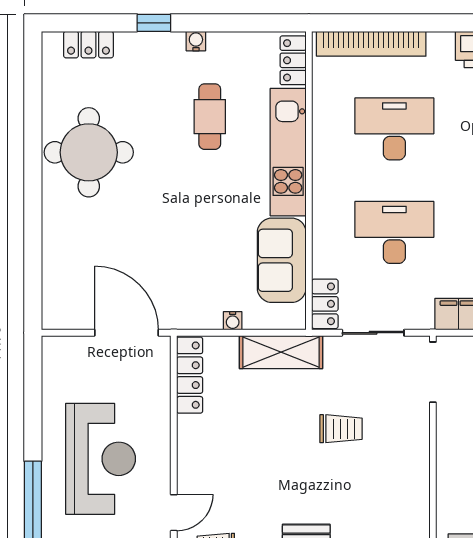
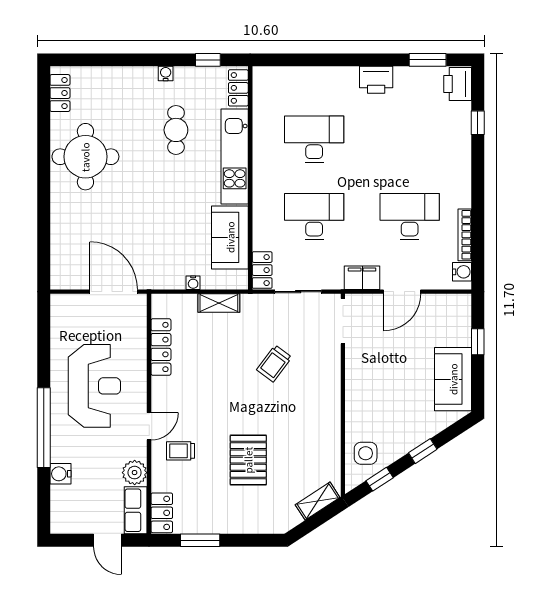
window: (154, 23) -> (208, 60), moved
bookcase: (371, 44) -> (297, 76), removed
locker: (88, 45) -> (60, 93), moved, turned -90
shelving: (281, 352) -> (219, 303), width x0.67, depth x0.75
locker: (190, 375) -> (161, 347), moved
trolley: (341, 429) -> (274, 363), turned 127

